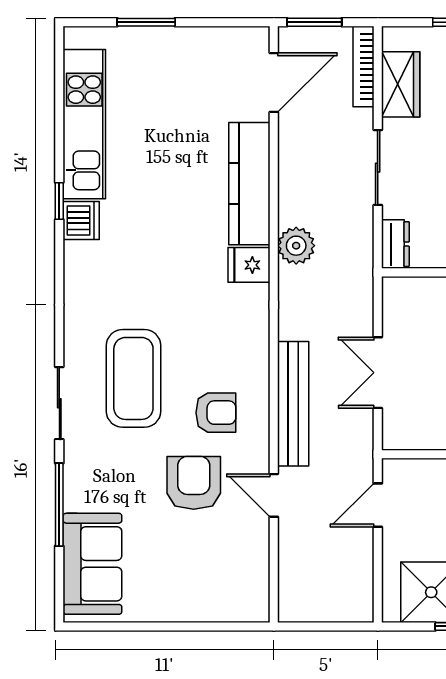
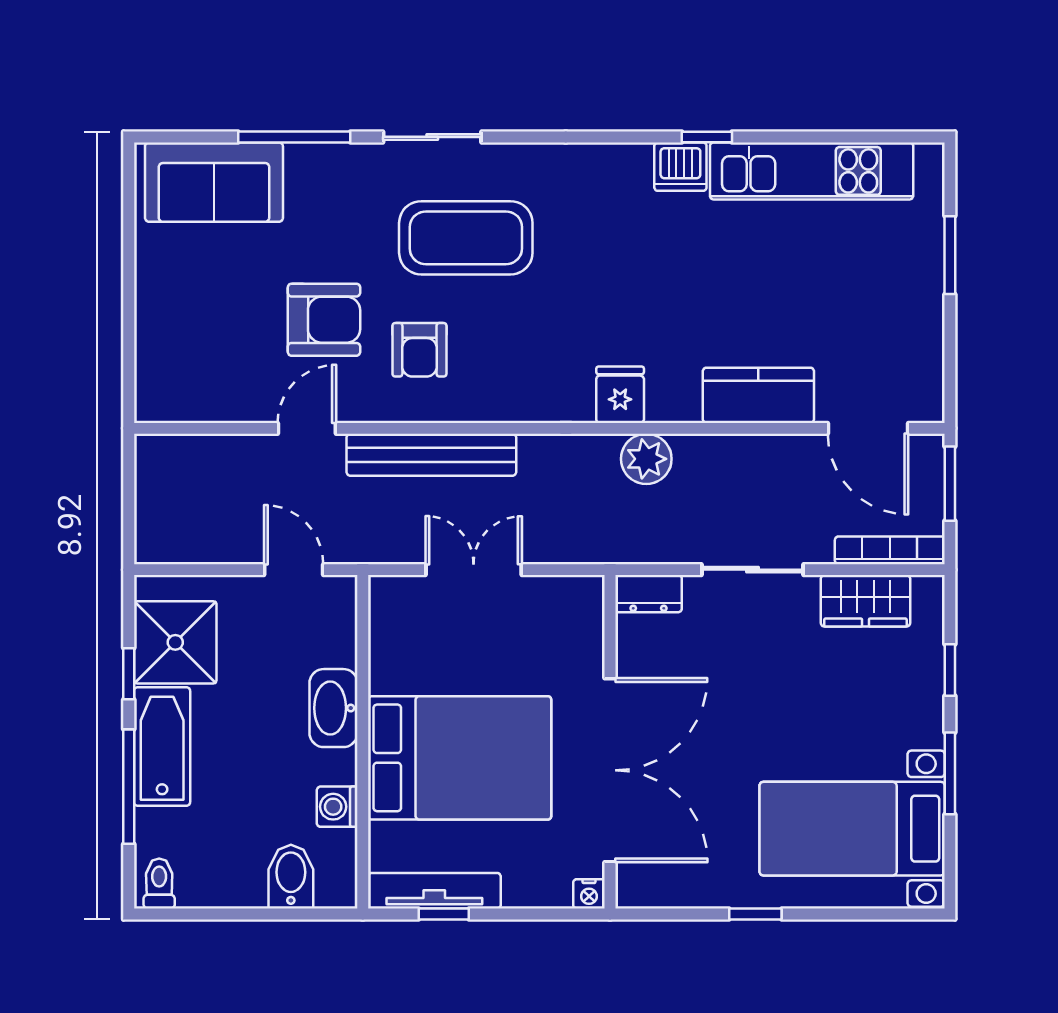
kitchen counter: (249, 184) -> (758, 395), width x0.67

